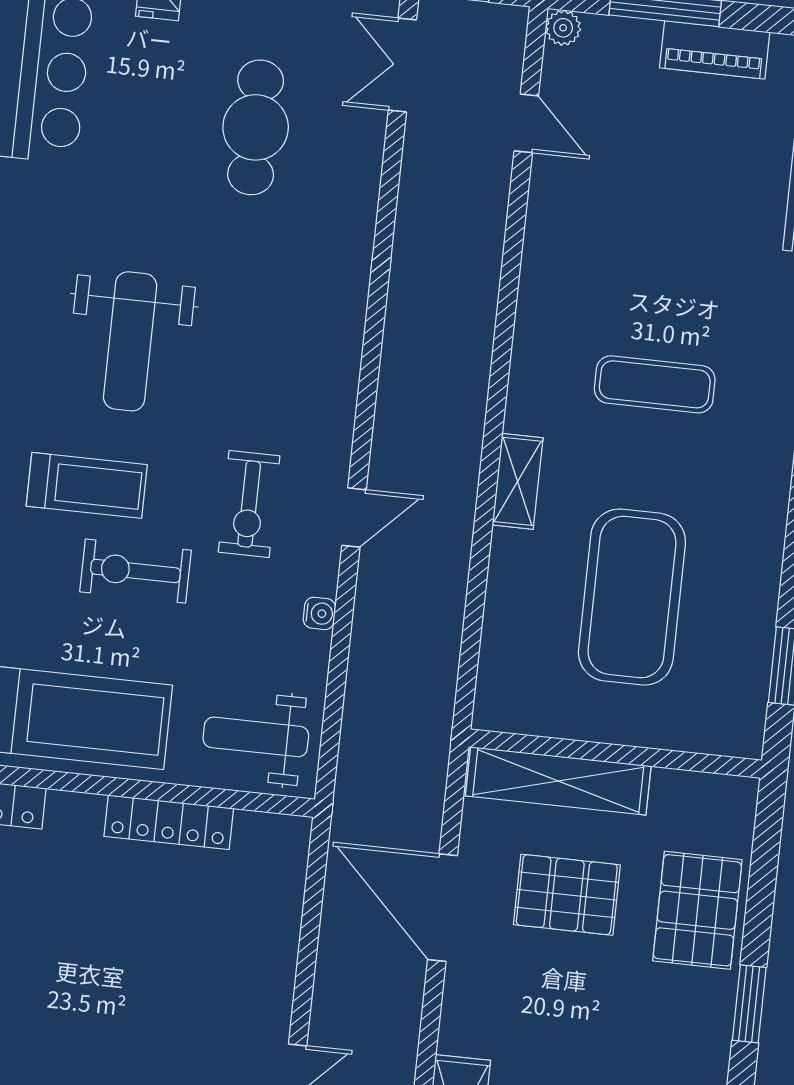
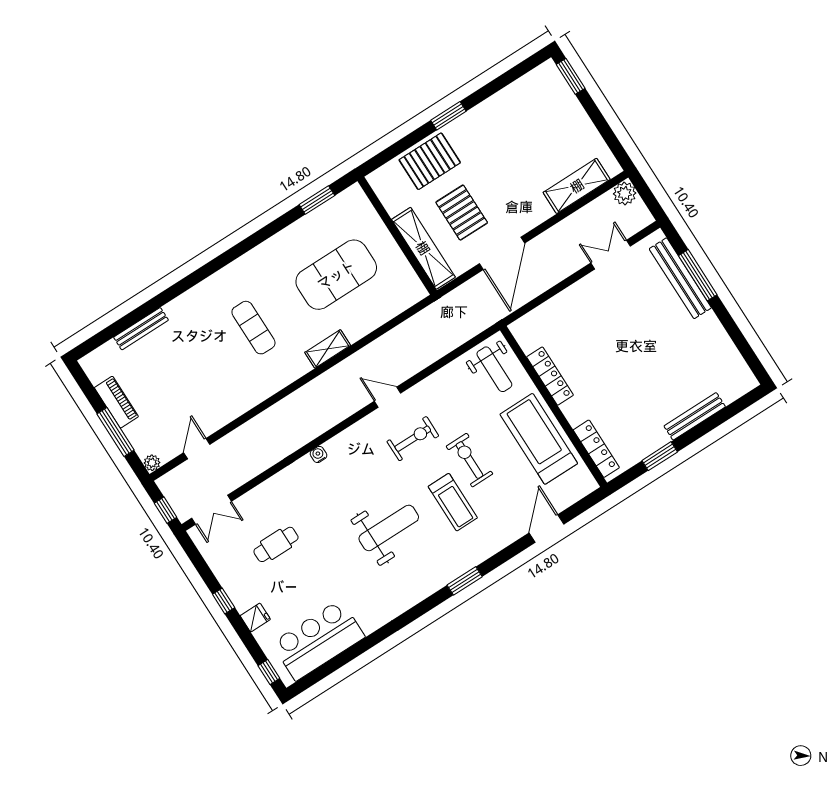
cafe table: (256, 127) -> (276, 544), width x0.73, depth x0.74
treadmill: (87, 485) -> (453, 502), turned 180
exercise bike: (135, 571) -> (469, 460), turned 180
water cooler: (319, 613) -> (318, 455), moved

